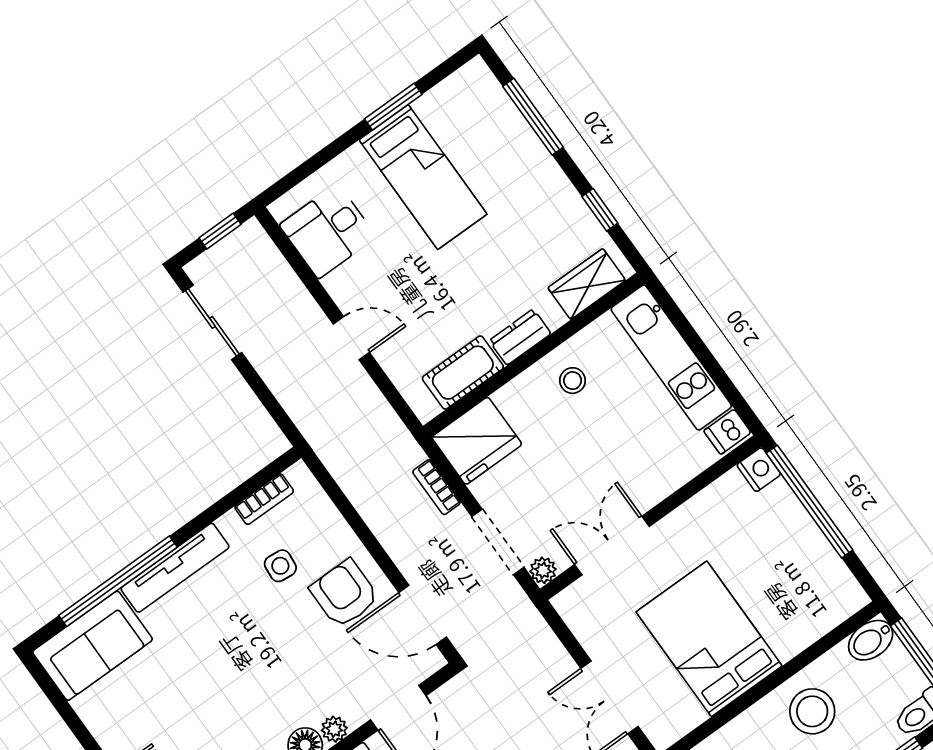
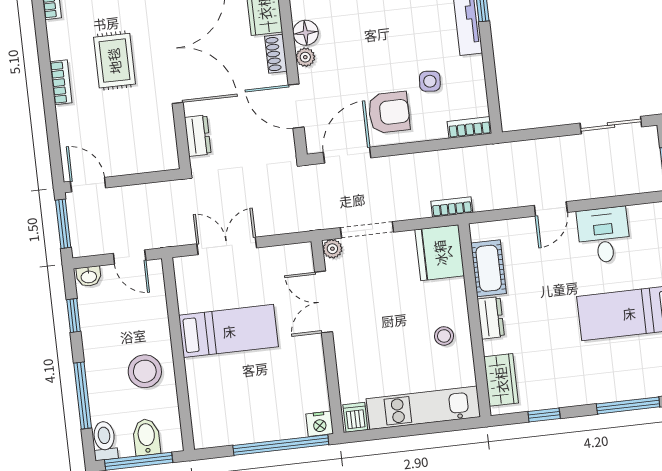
desk: (328, 231) -> (604, 235), moved
bookcase: (437, 487) -> (452, 207), moved
bookcase: (264, 499) -> (469, 127), moved, turned 90
double door: (612, 546) -> (324, 302), swing flipped
bed: (709, 639) -> (229, 331), width x0.67
bidet: (871, 640) -> (146, 437), moved

